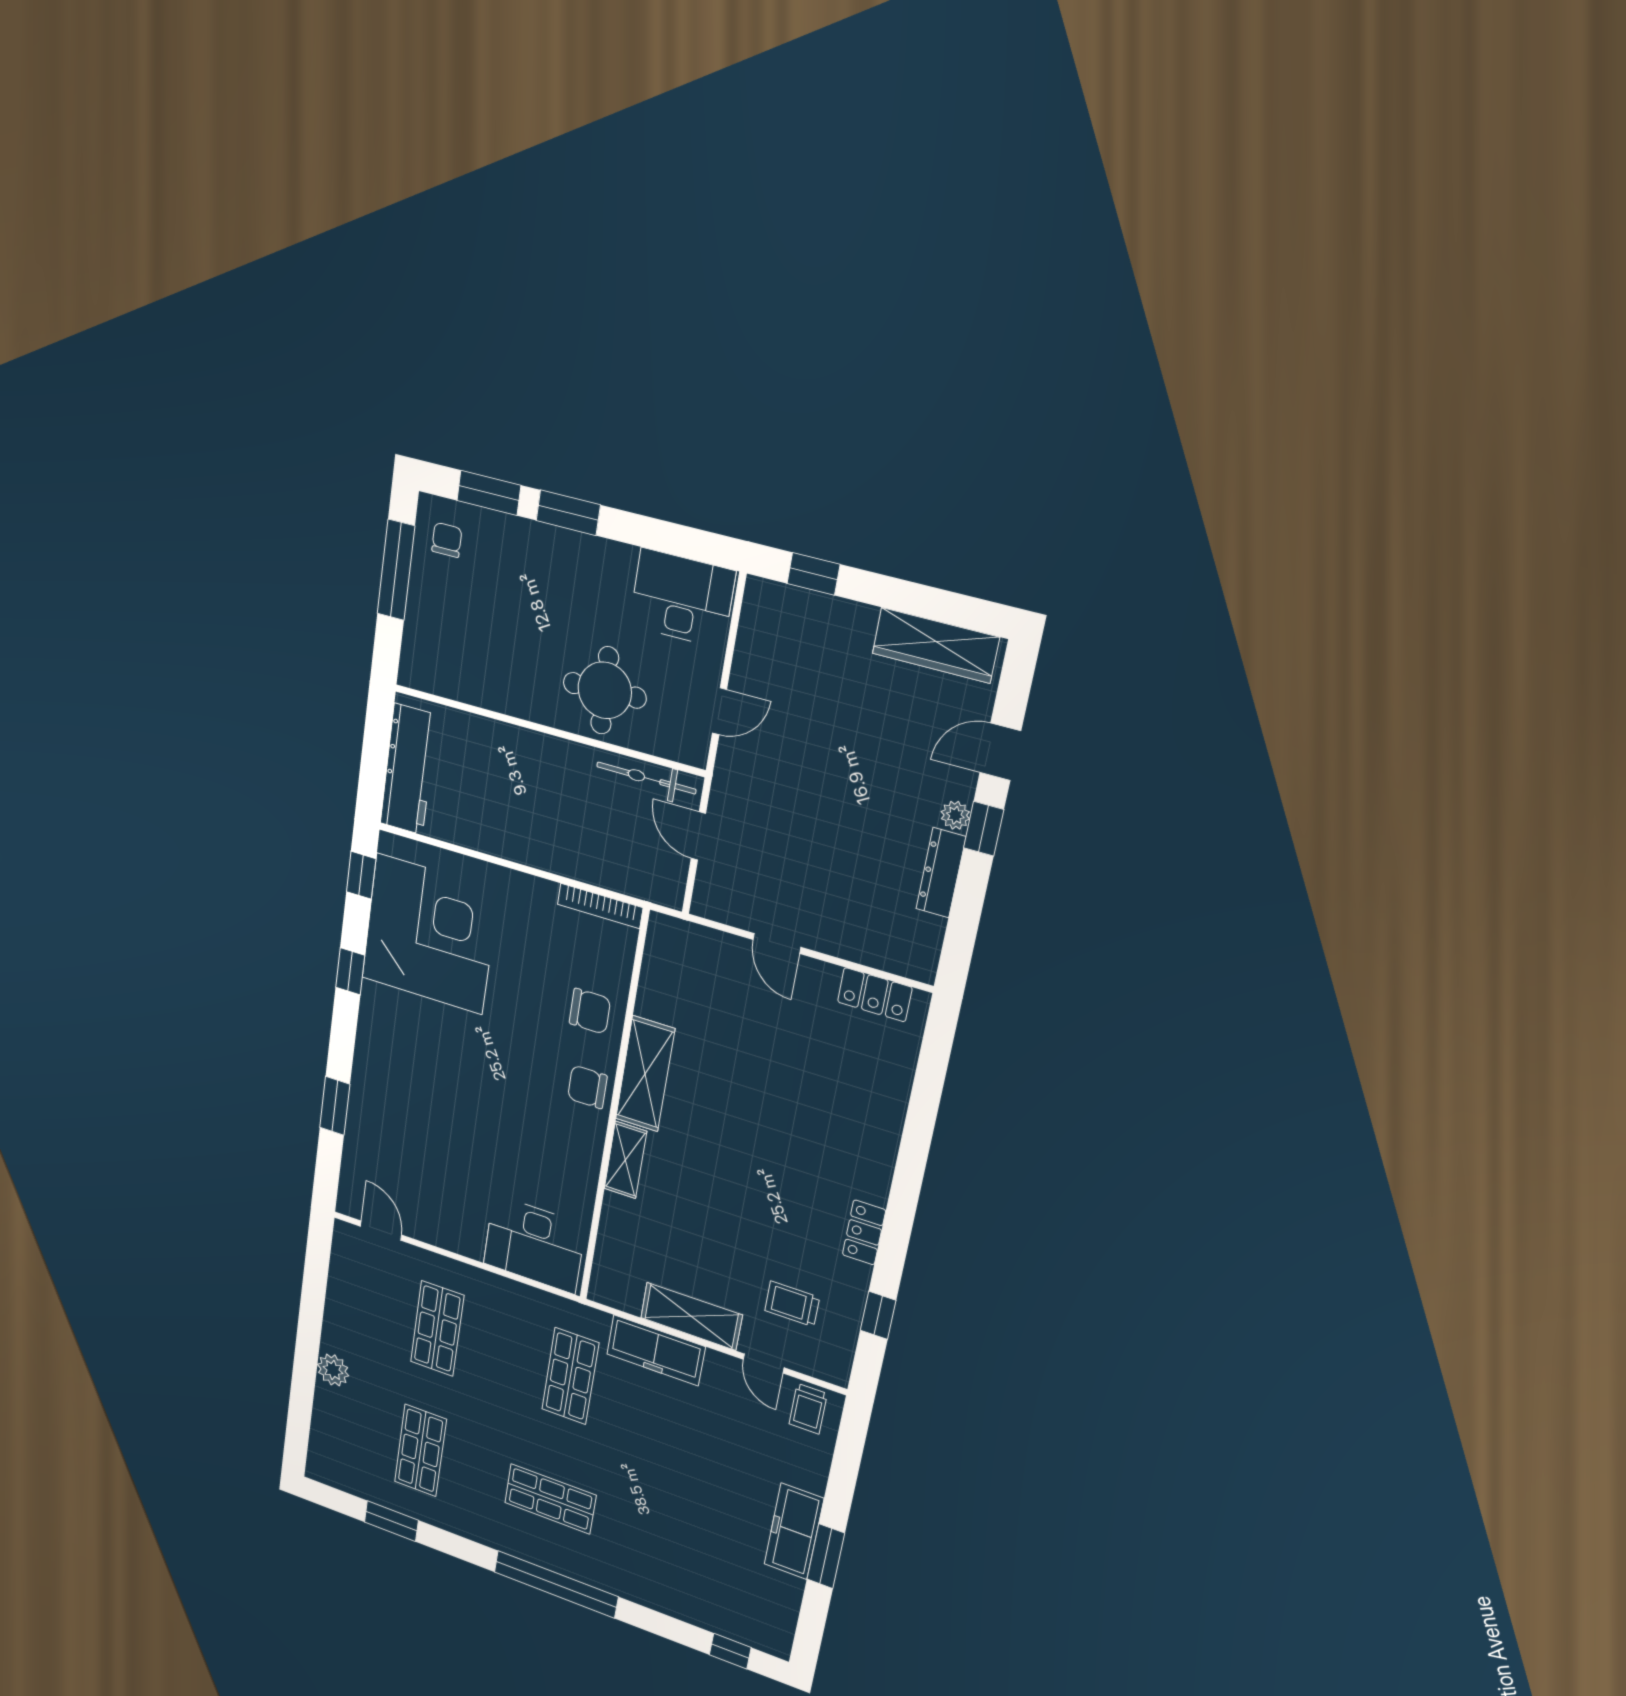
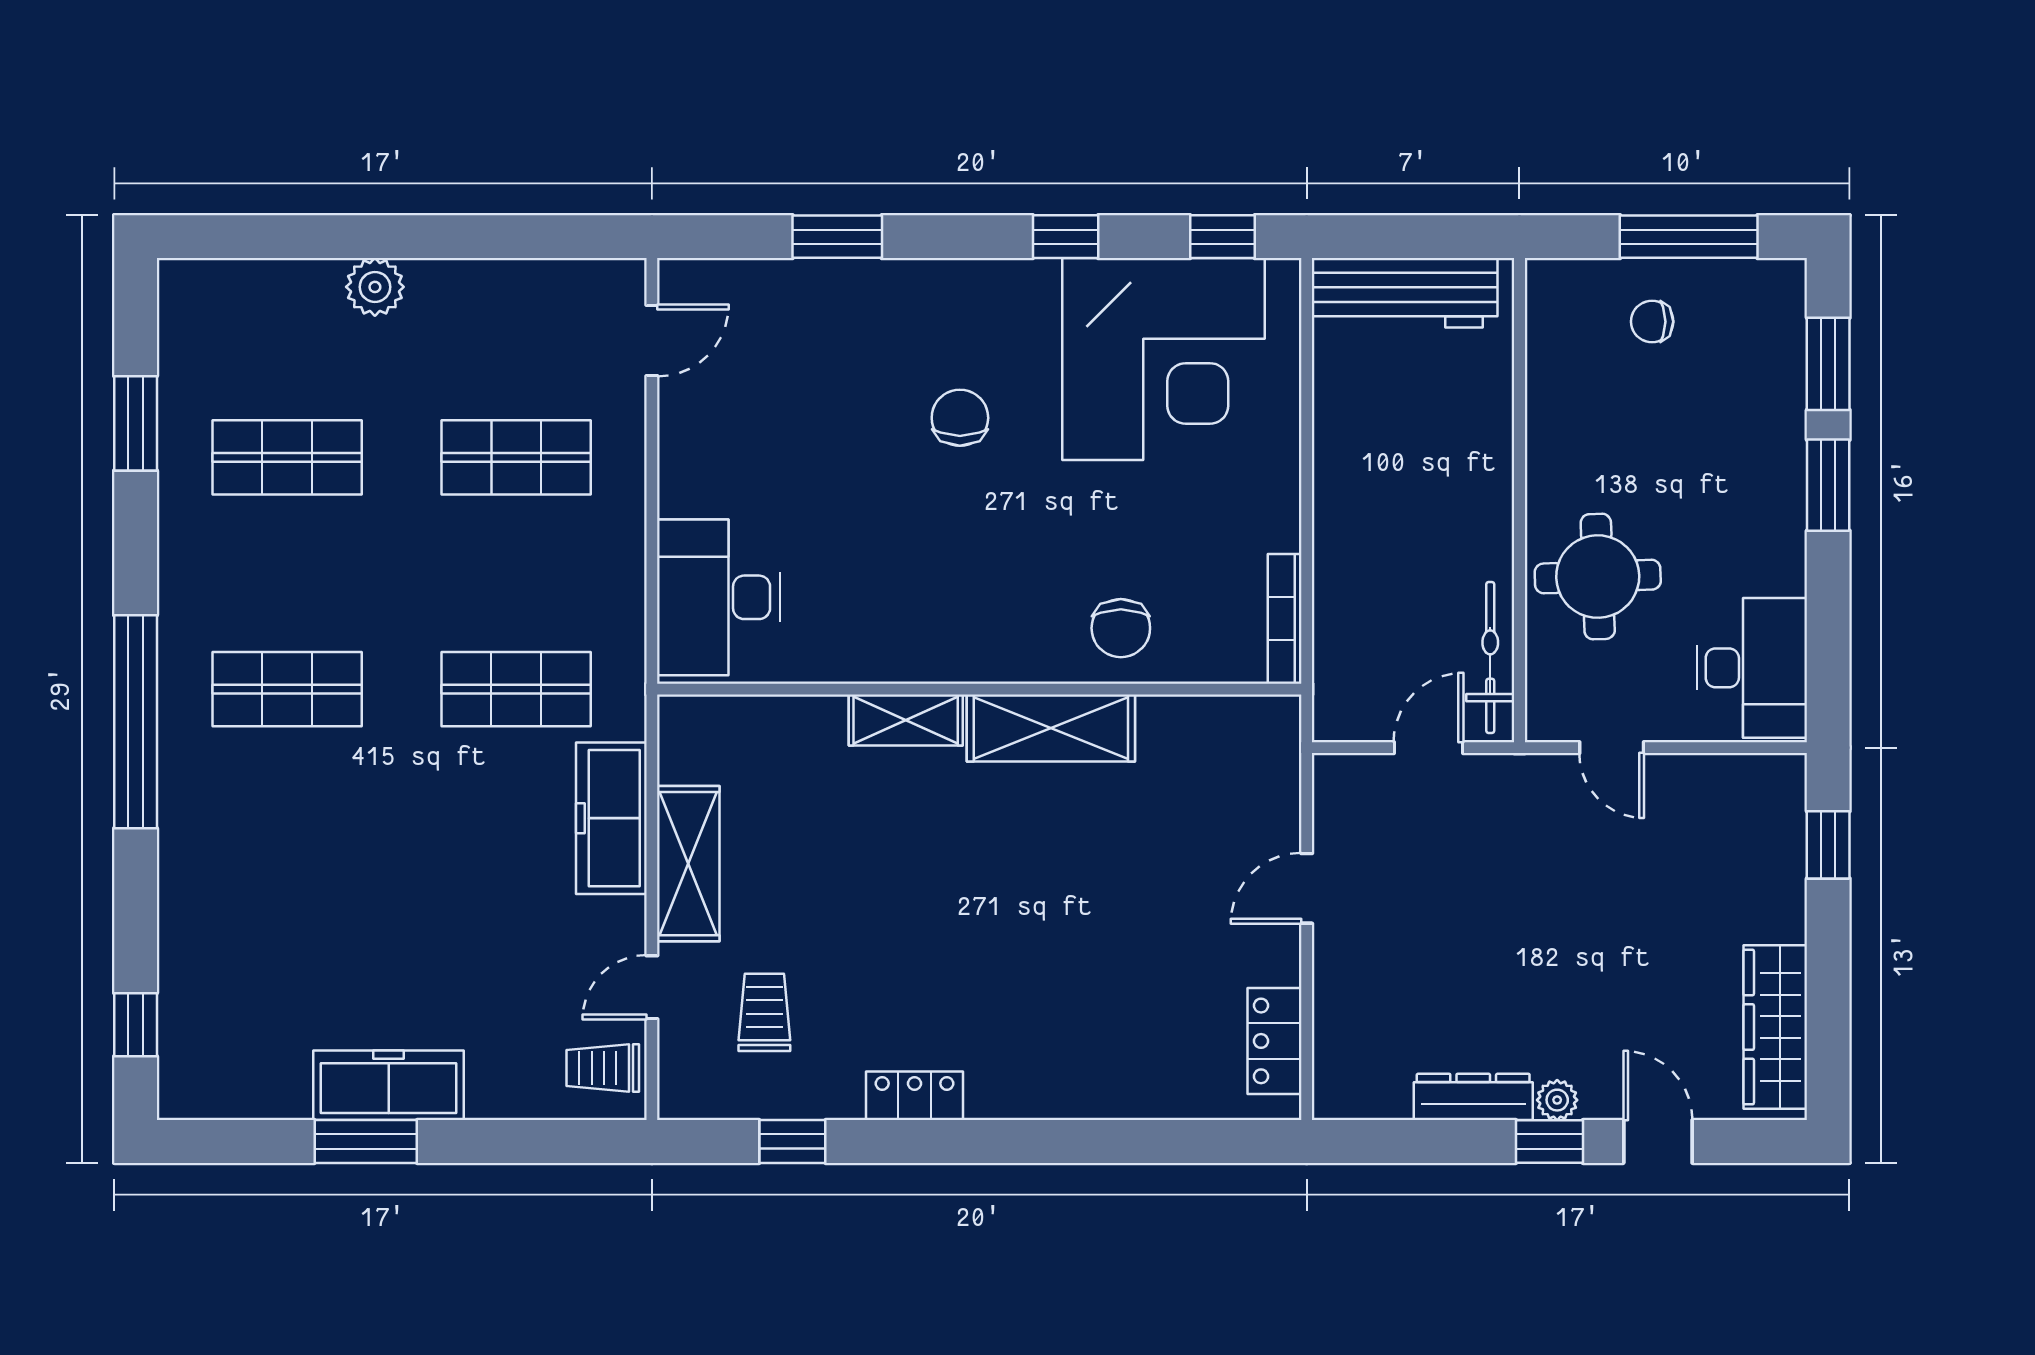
chair: (447, 540) -> (1652, 322), moved, turned 180
chair: (587, 1087) -> (960, 418), moved
shop shelf: (550, 1499) -> (287, 689), turned 90

